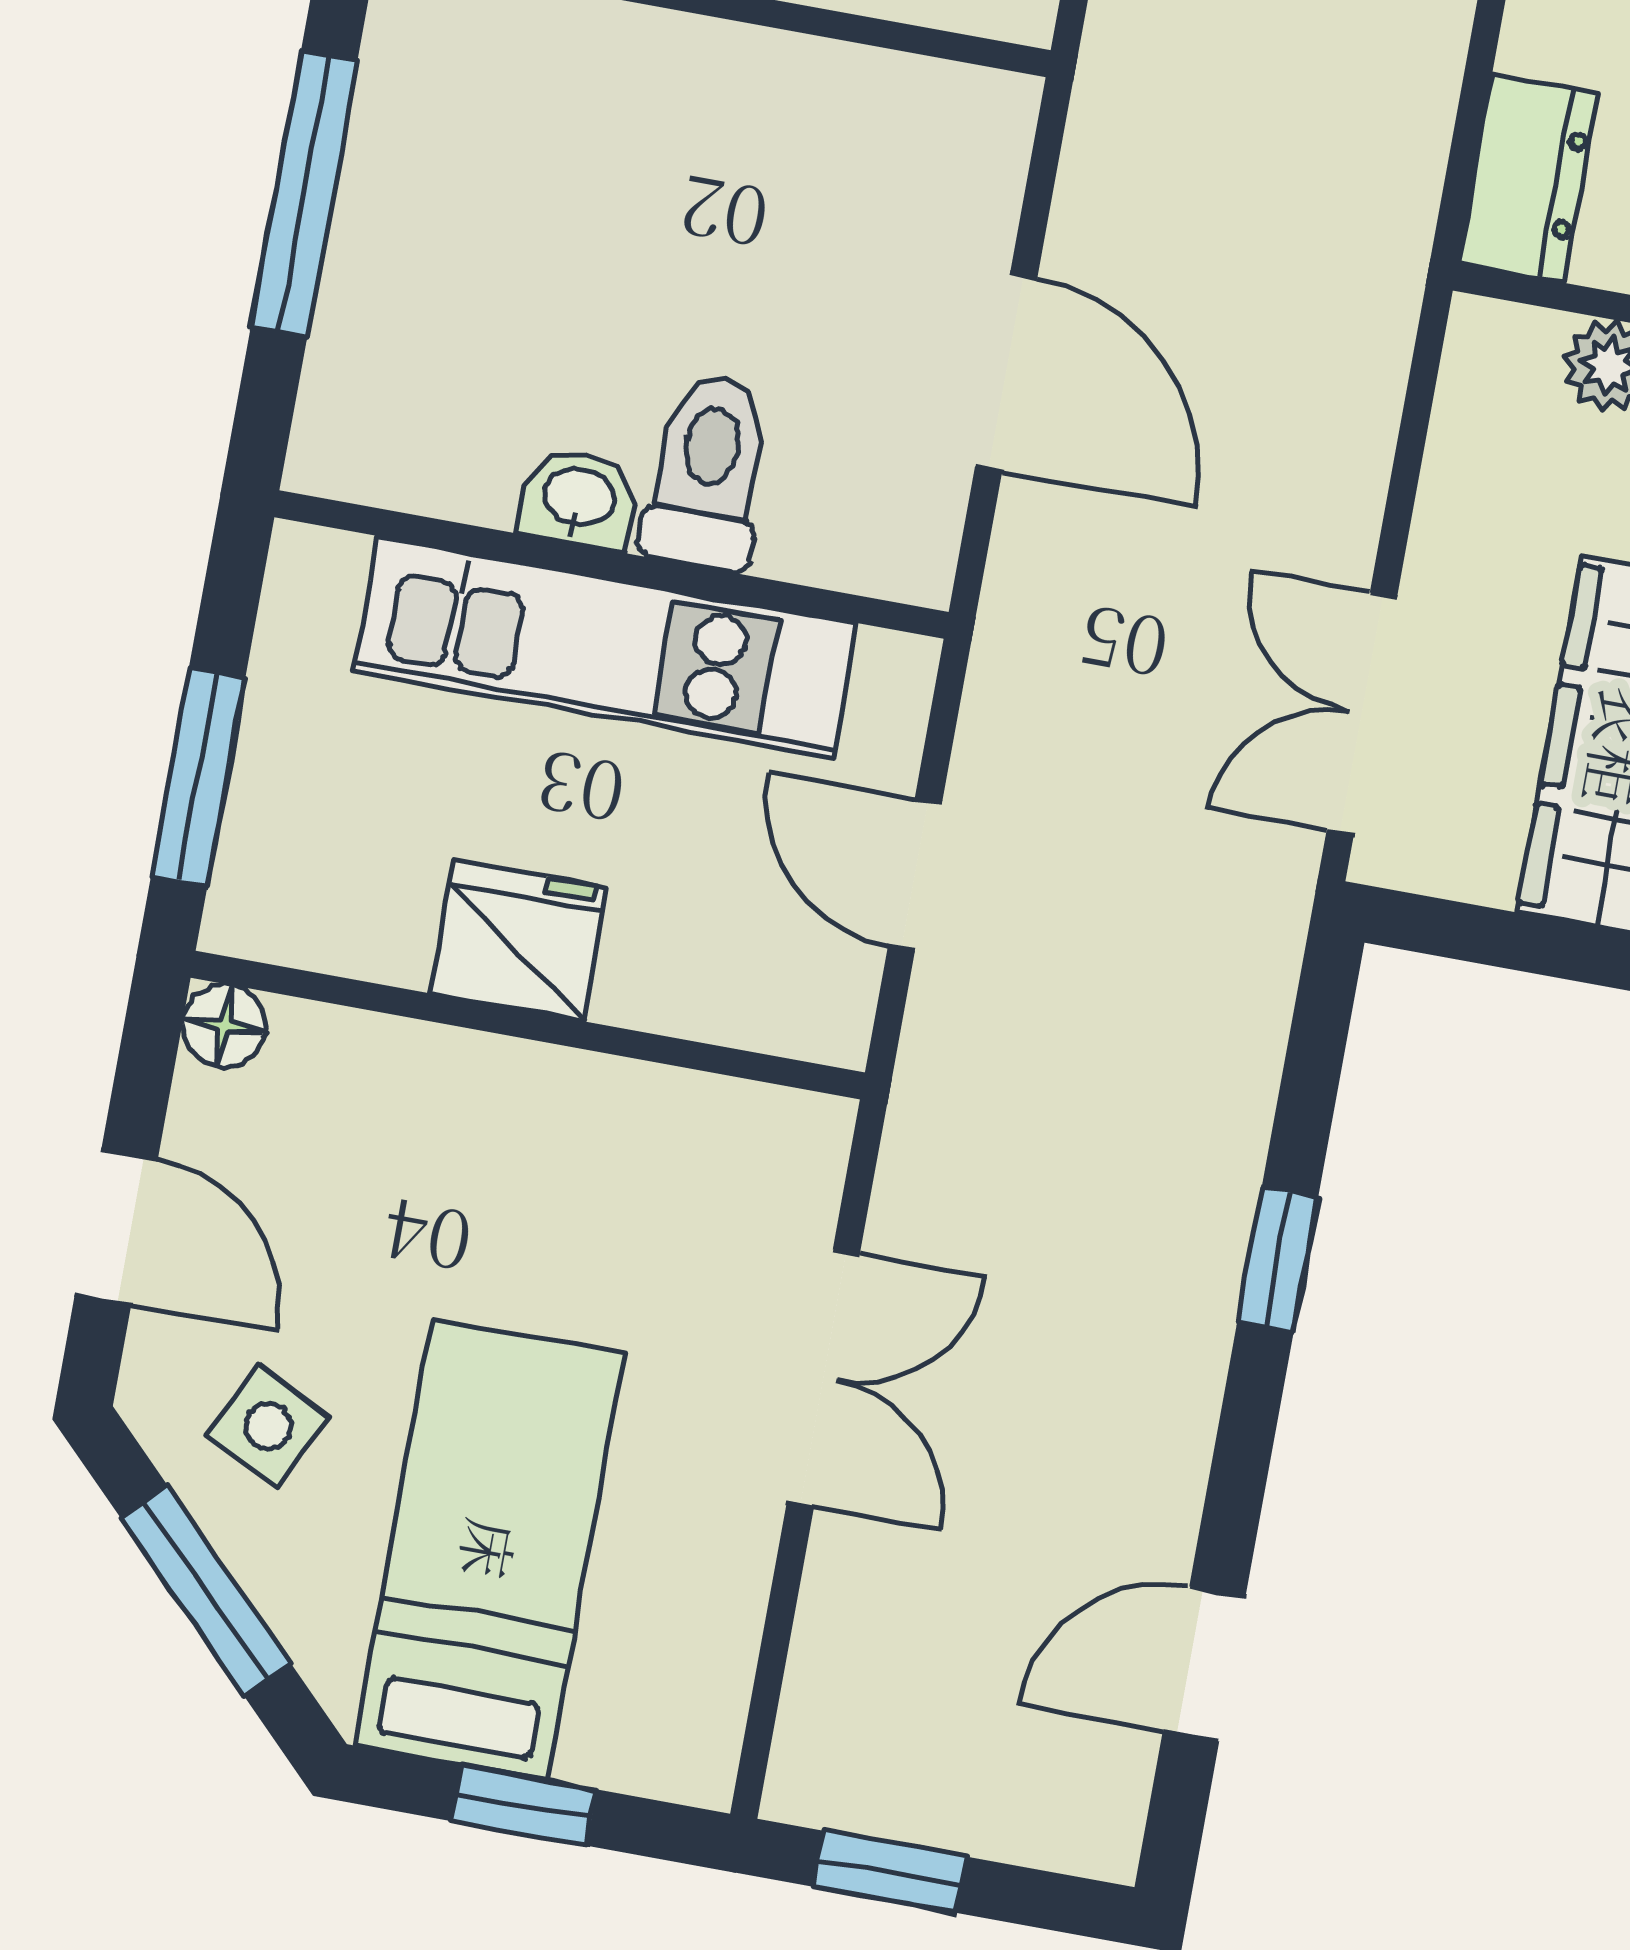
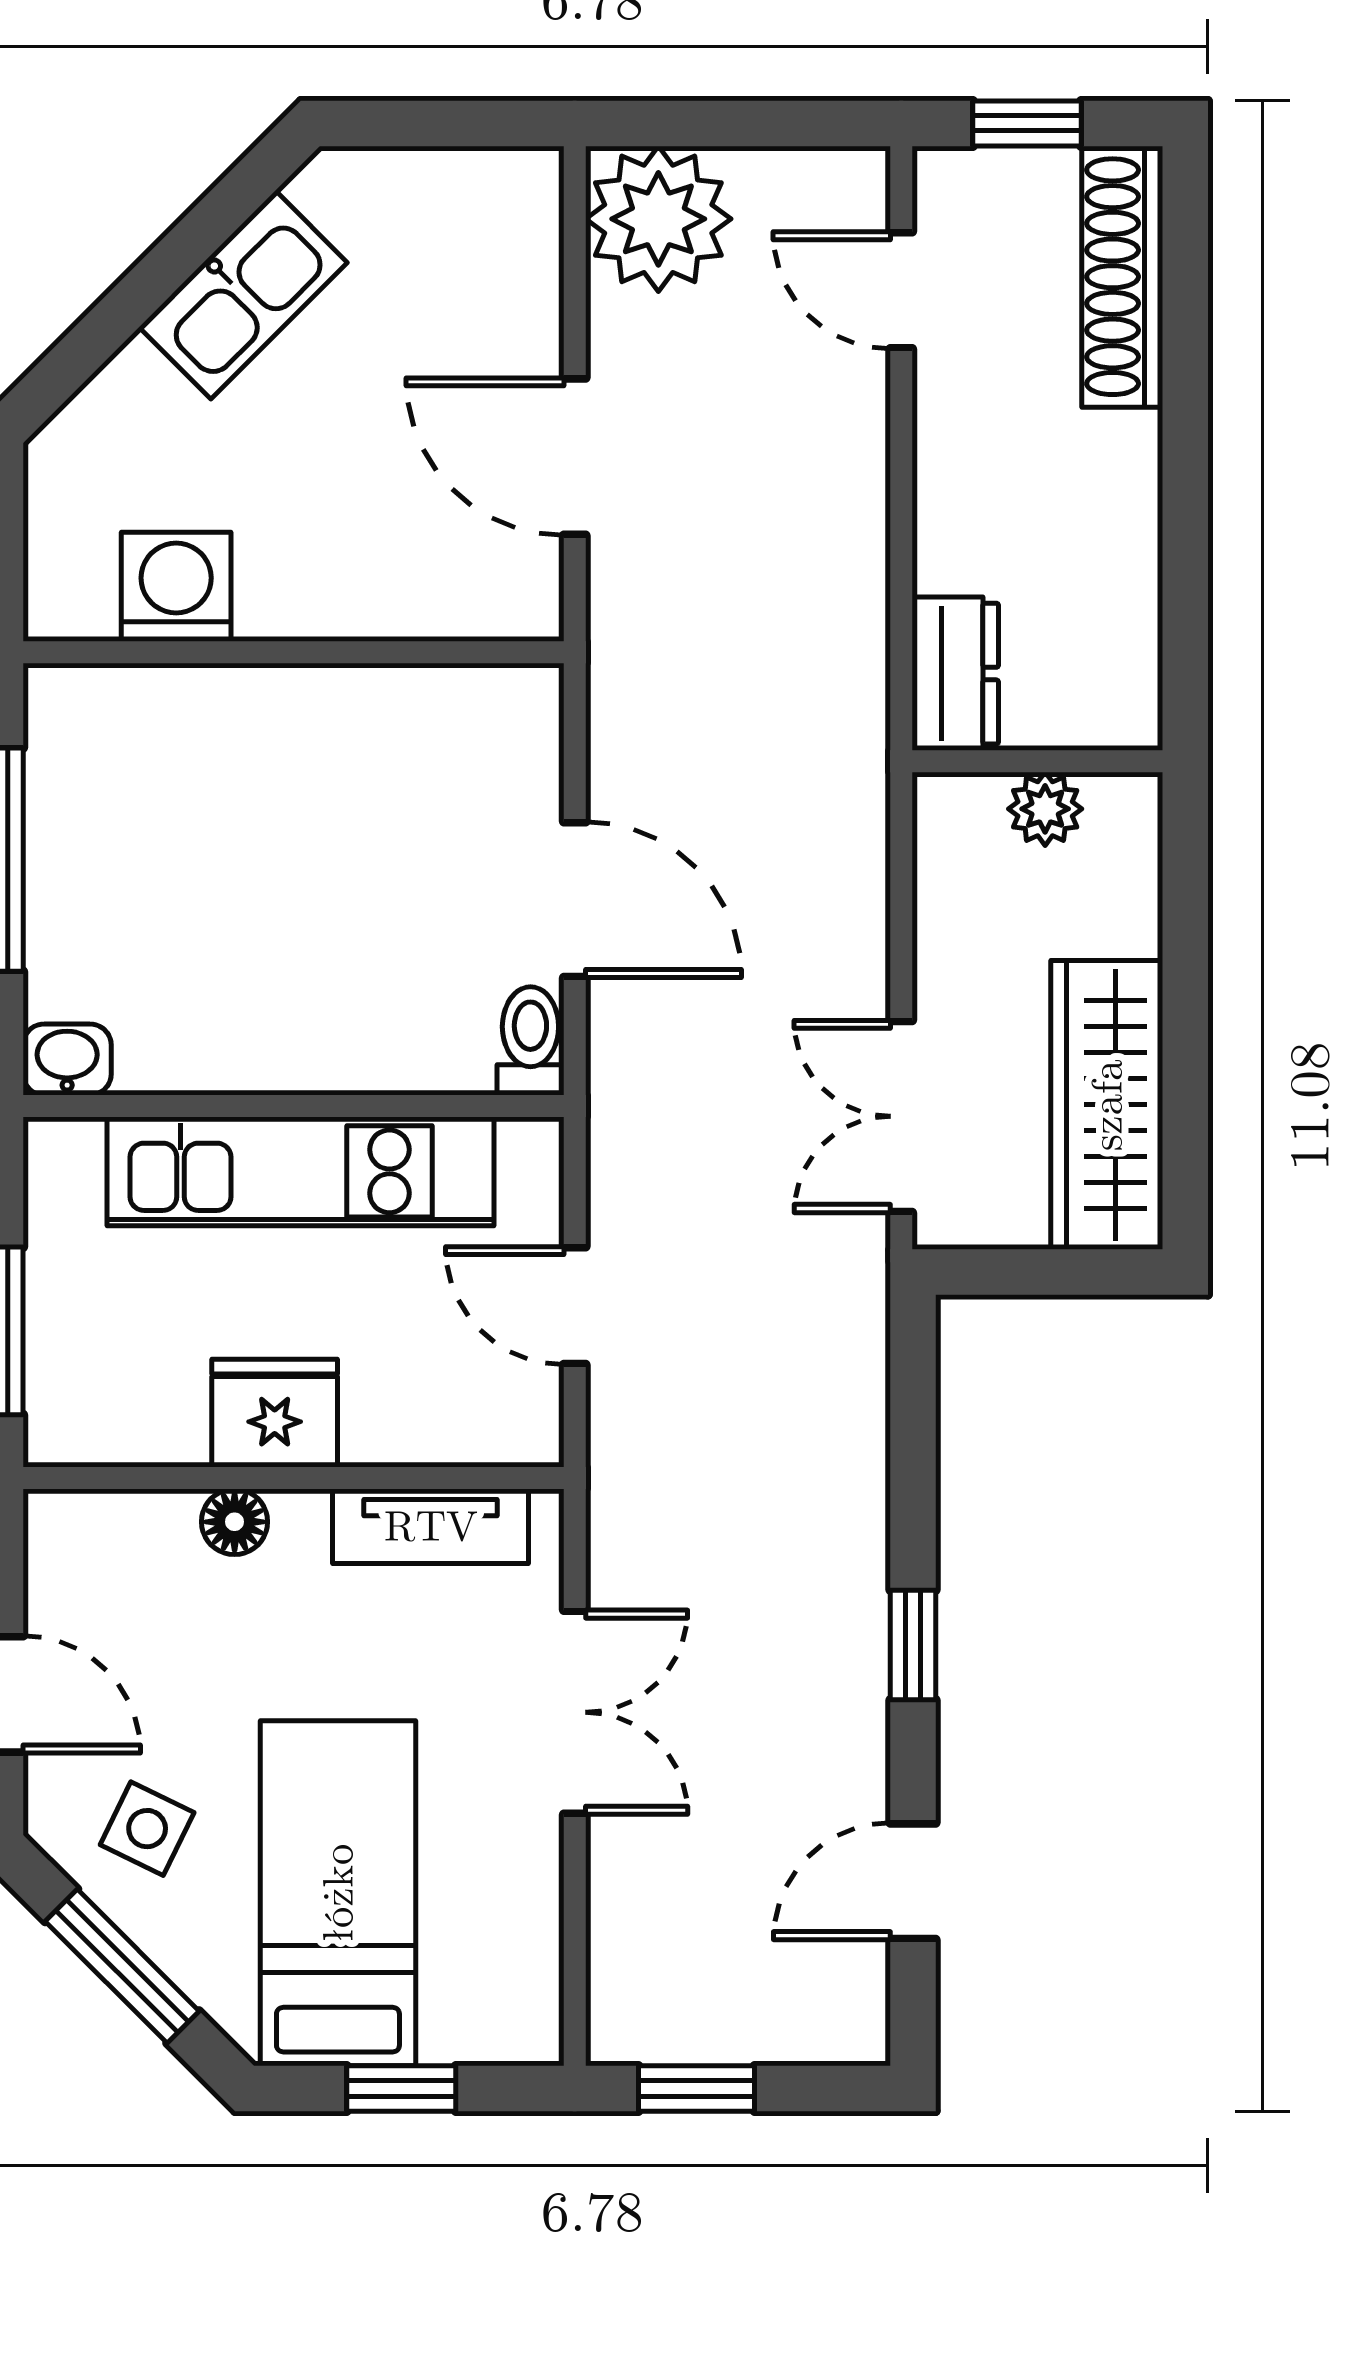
toilet: (708, 472) -> (530, 1041), moved, width x0.73, depth x0.72
washbasin: (579, 499) -> (67, 1059), moved
floor lamp: (224, 1026) -> (235, 1522), moved
tv unit: (687, 1116) -> (431, 1526), added
window: (1278, 1260) -> (913, 1645), moved

